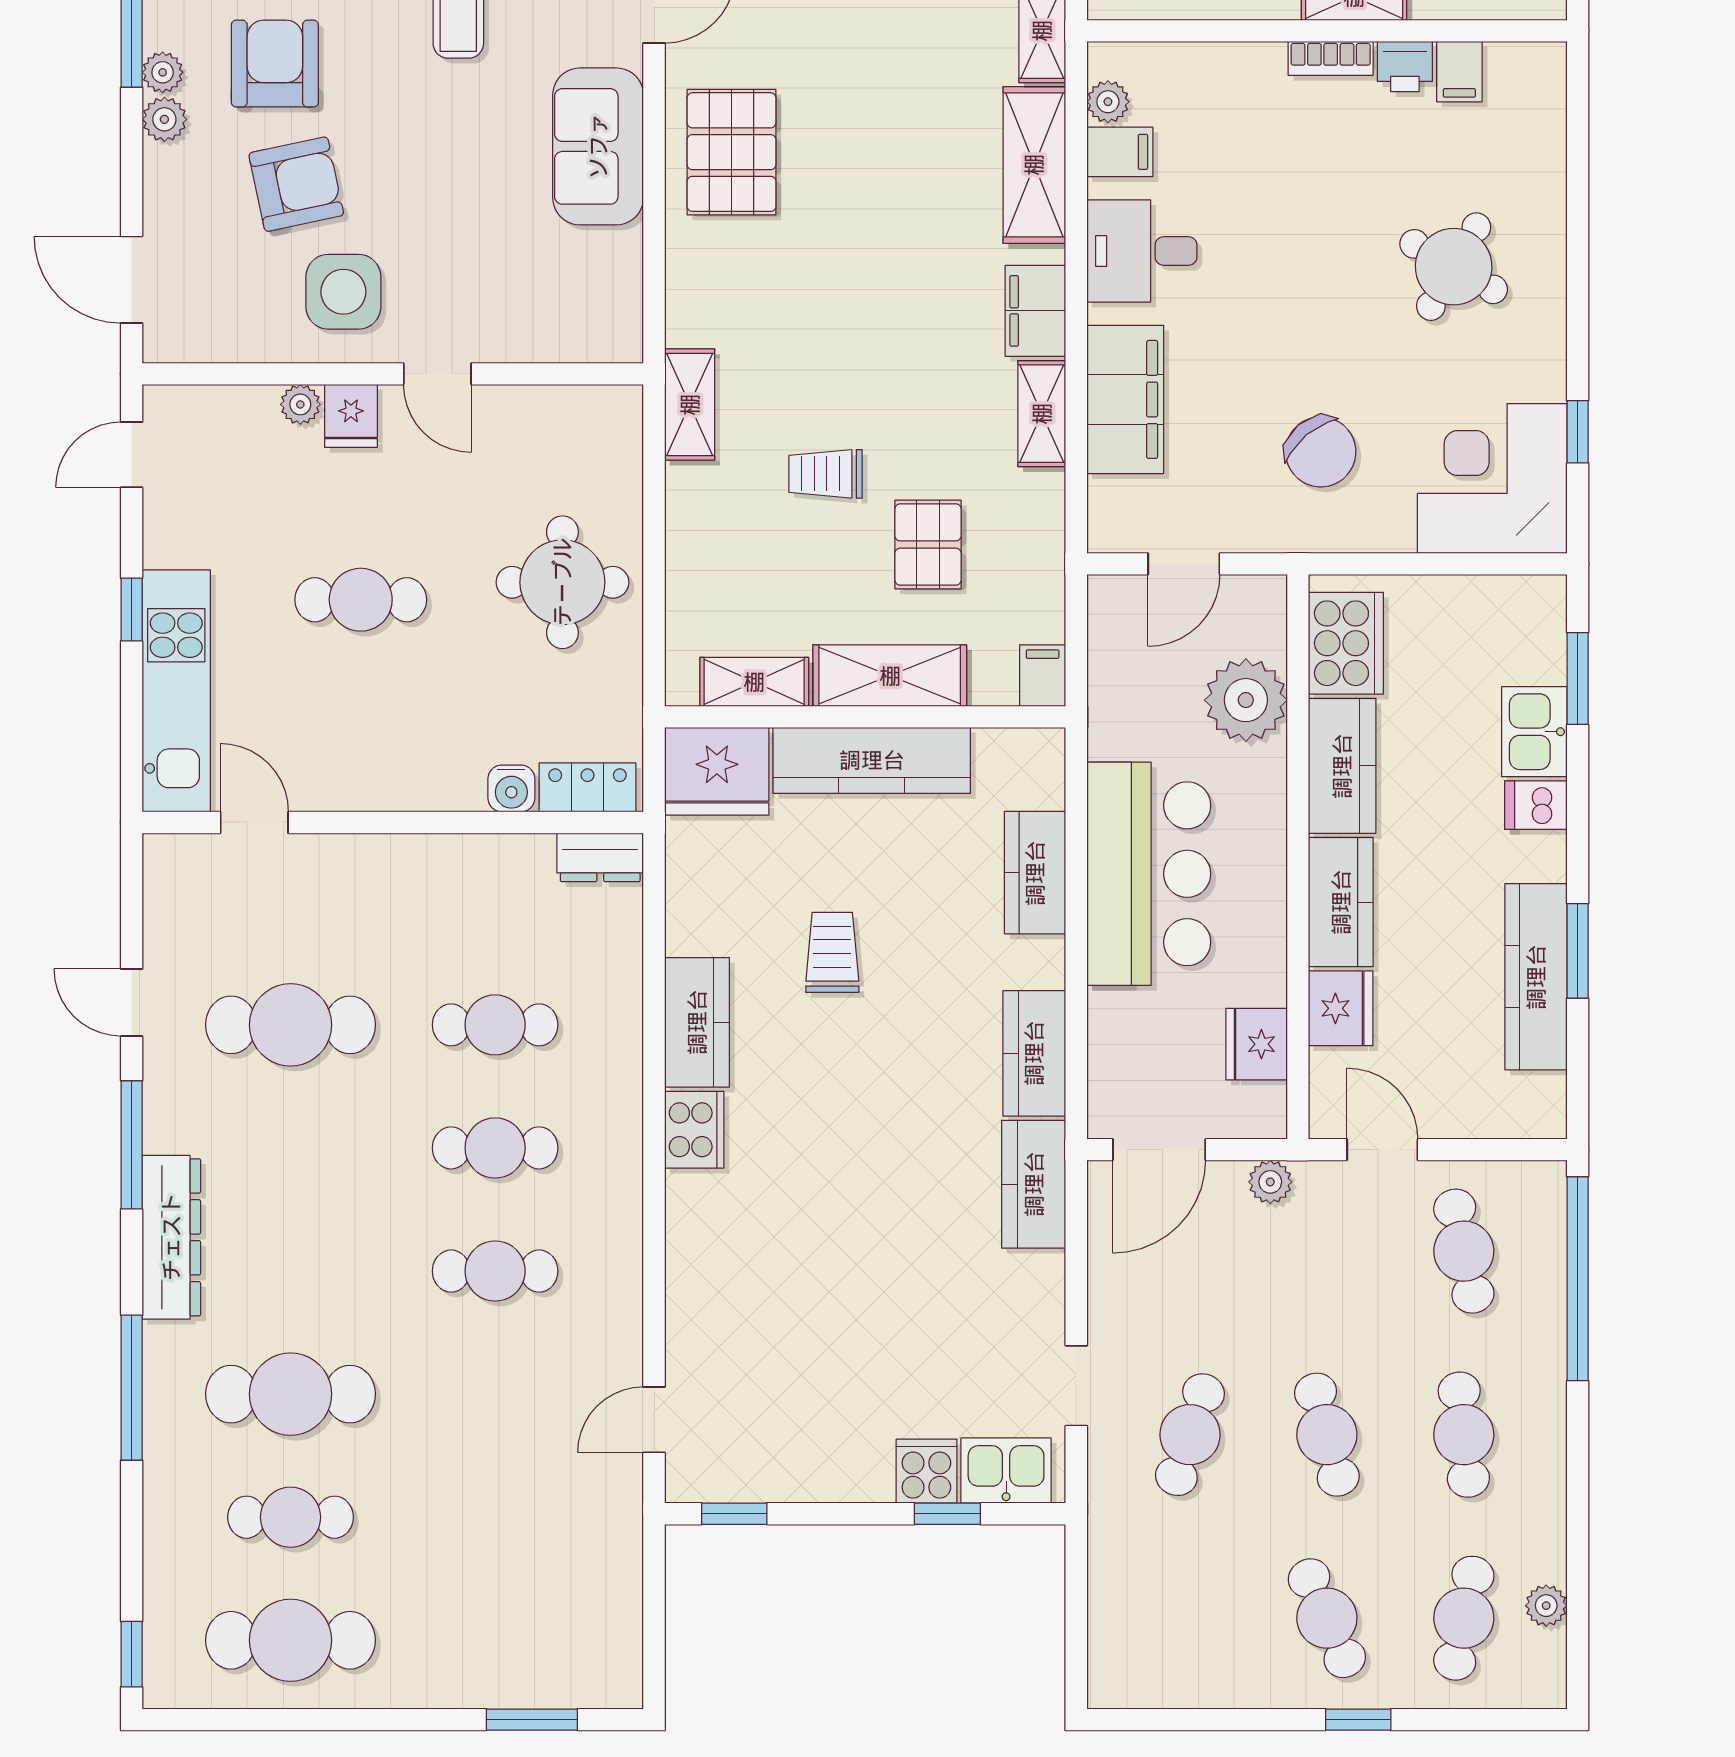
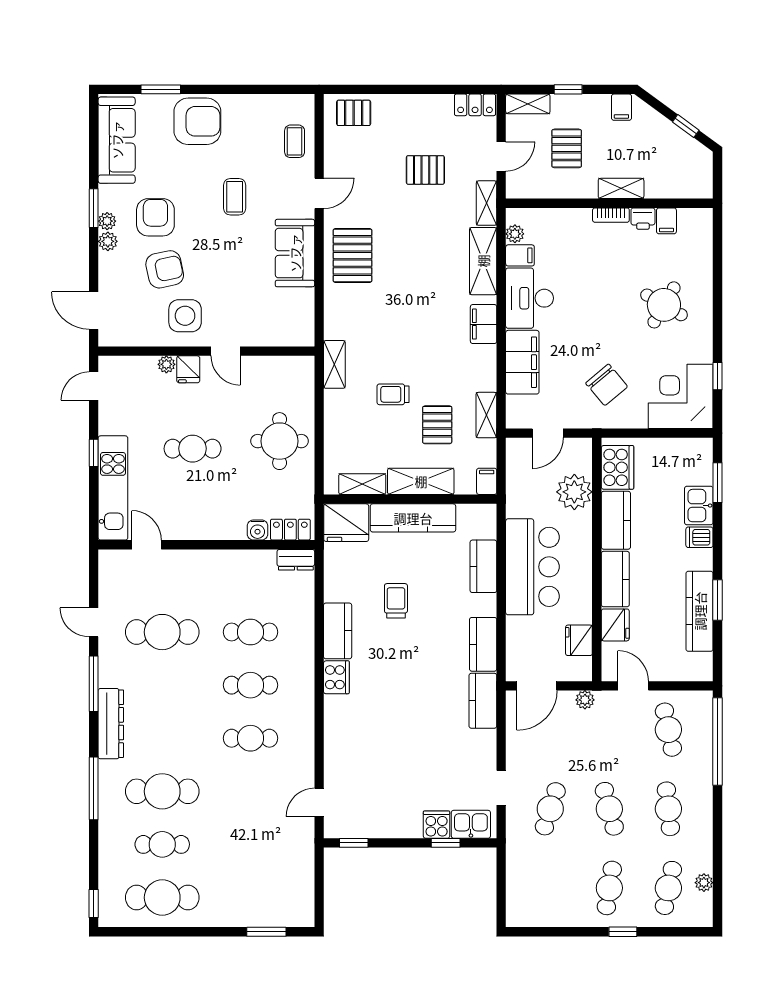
desk: (1142, 251) -> (529, 298), width x1.37
shelving: (1042, 414) -> (486, 415), moved
cafe table: (1327, 1618) -> (609, 888), turned 33

